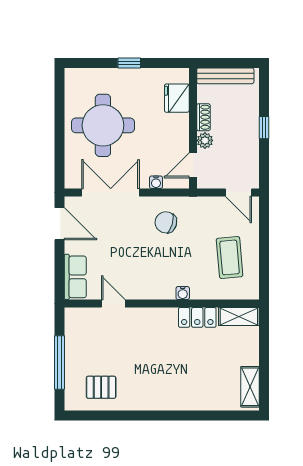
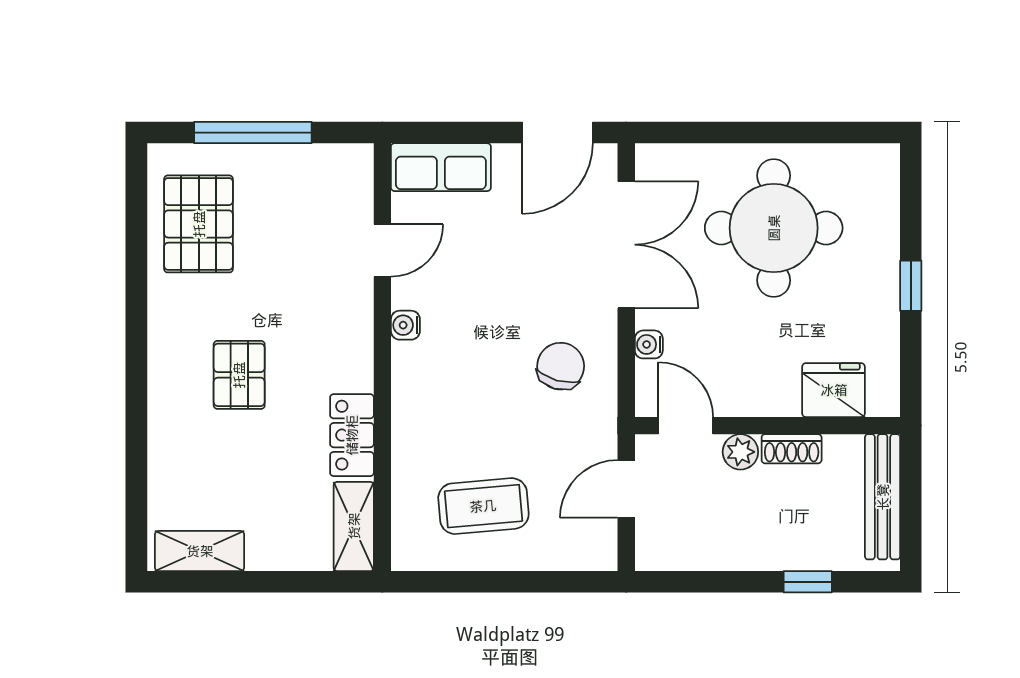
window: (264, 128) -> (808, 582), moved
door: (239, 192) -> (626, 489), moved
water cooler: (183, 293) -> (405, 325), moved
pallet: (170, 369) -> (239, 375), added
pallet: (101, 387) -> (199, 224), width x1.50, depth x1.42

